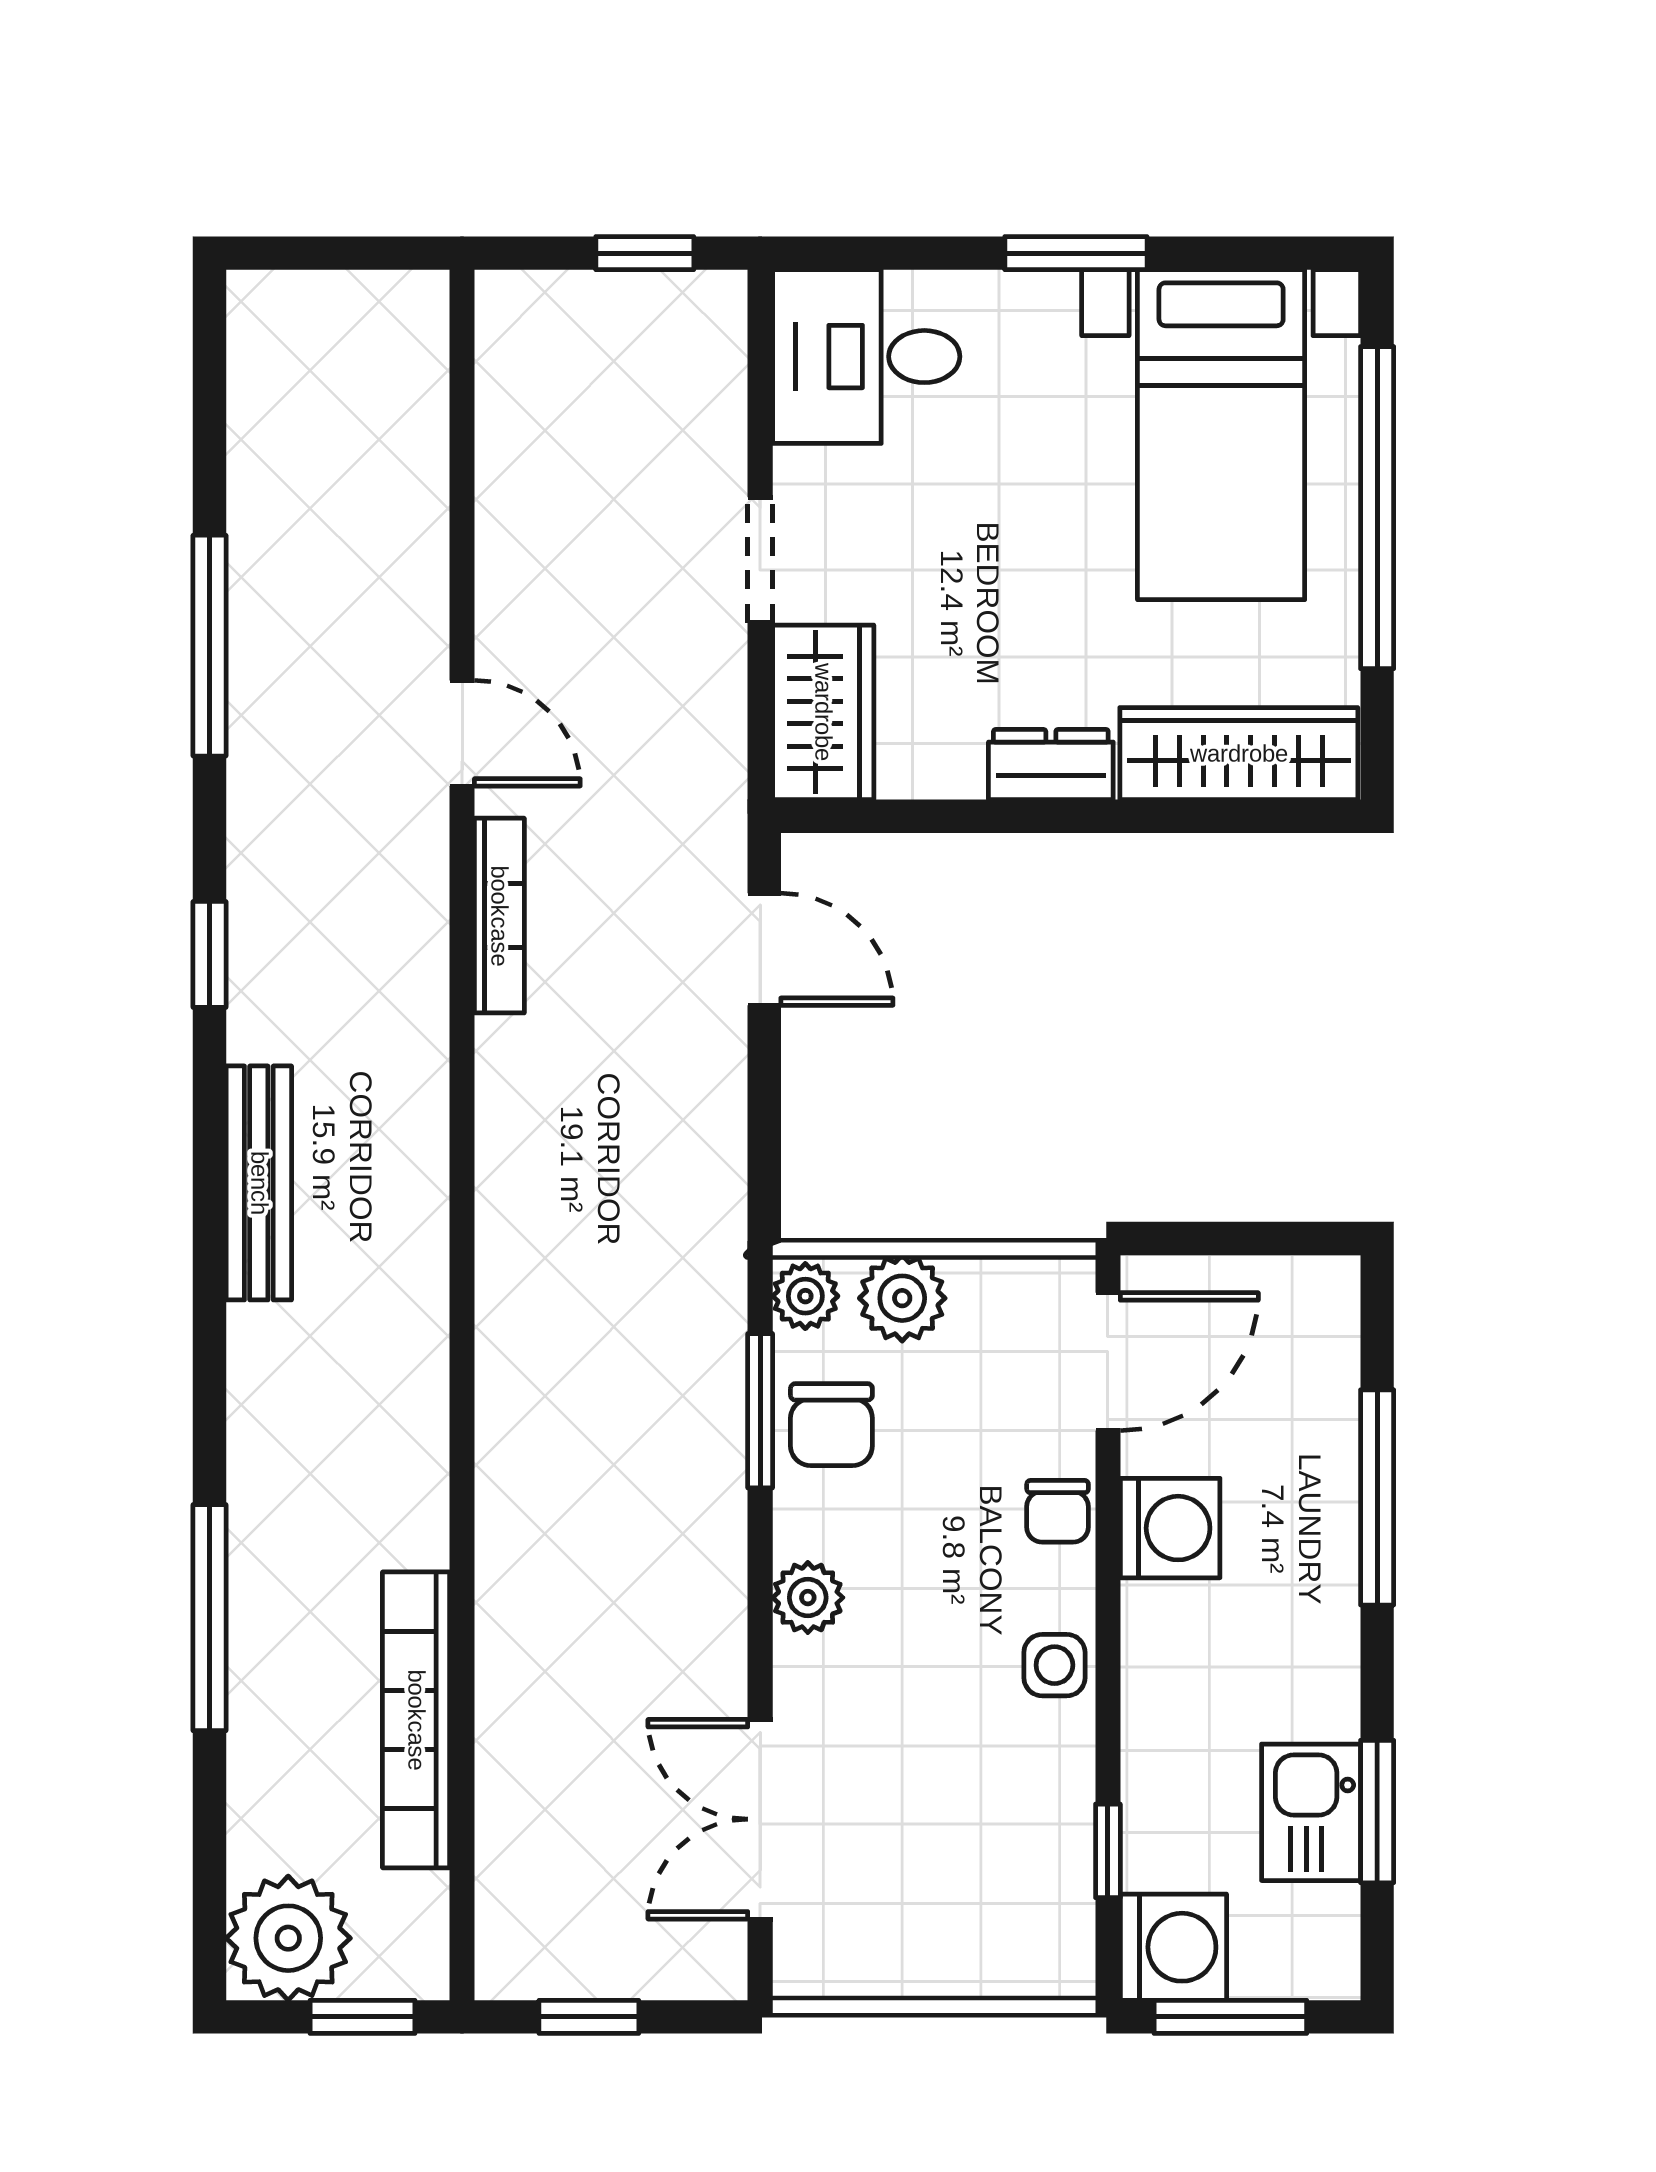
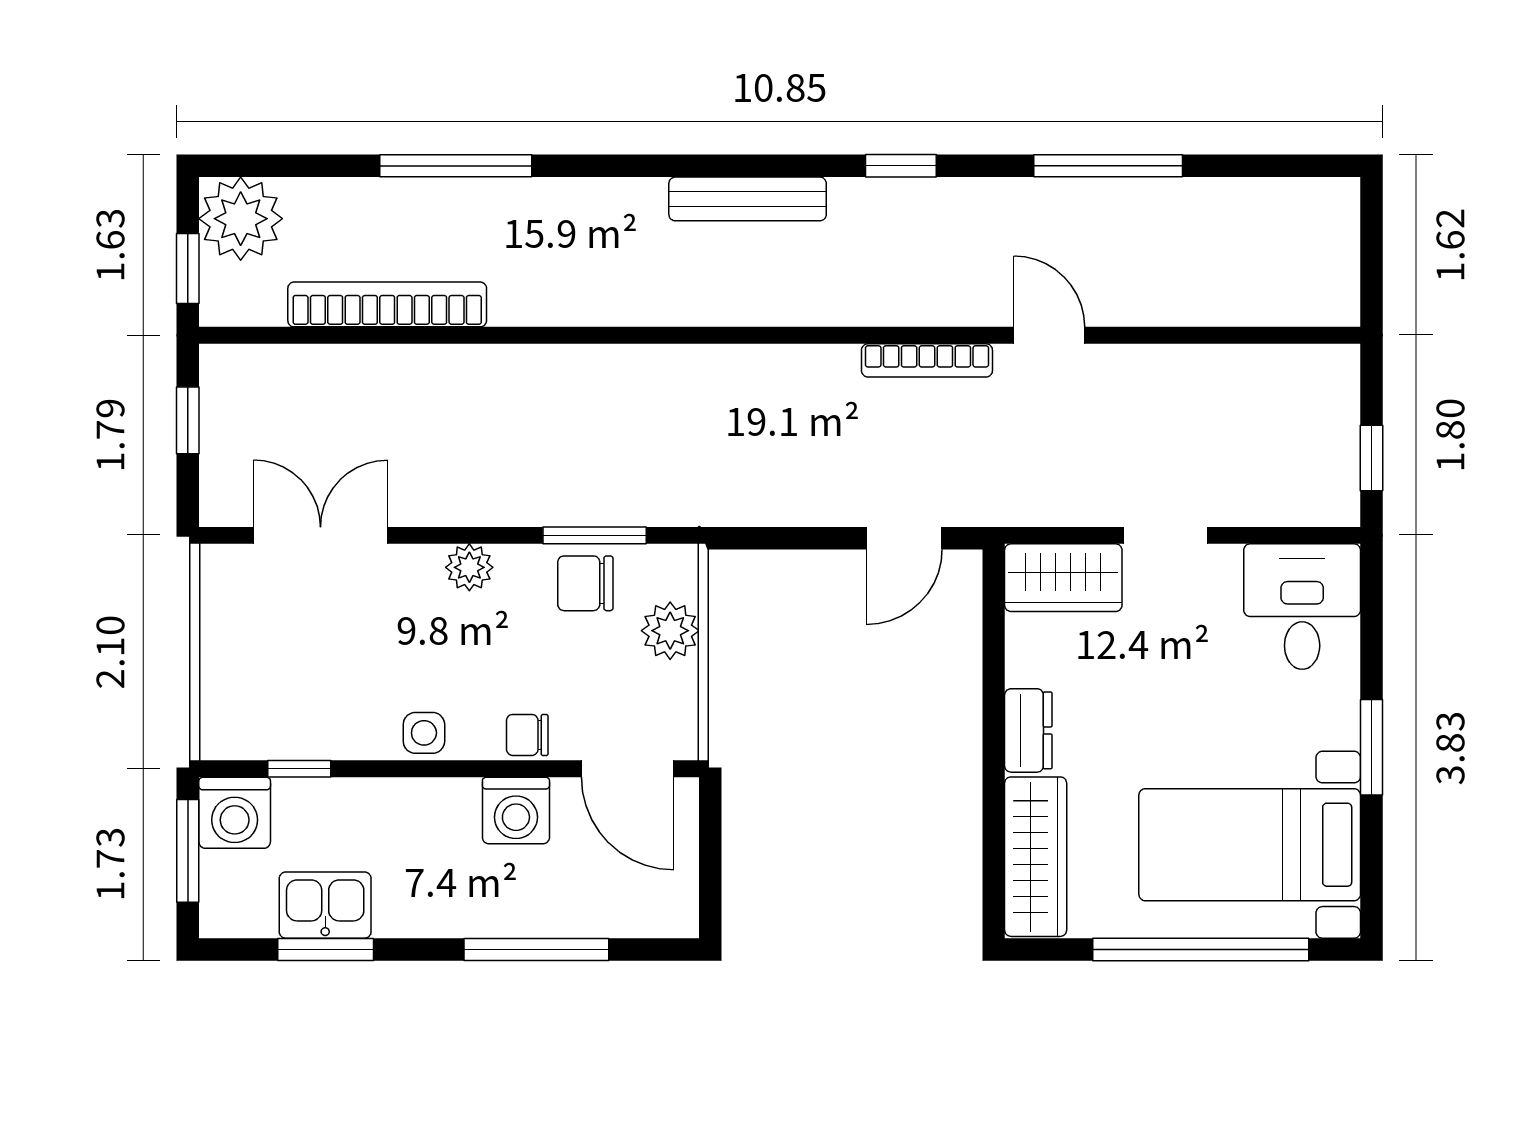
door: (462, 733) -> (1049, 335), swing flipped
plant: (805, 1296) -> (672, 566), removed

